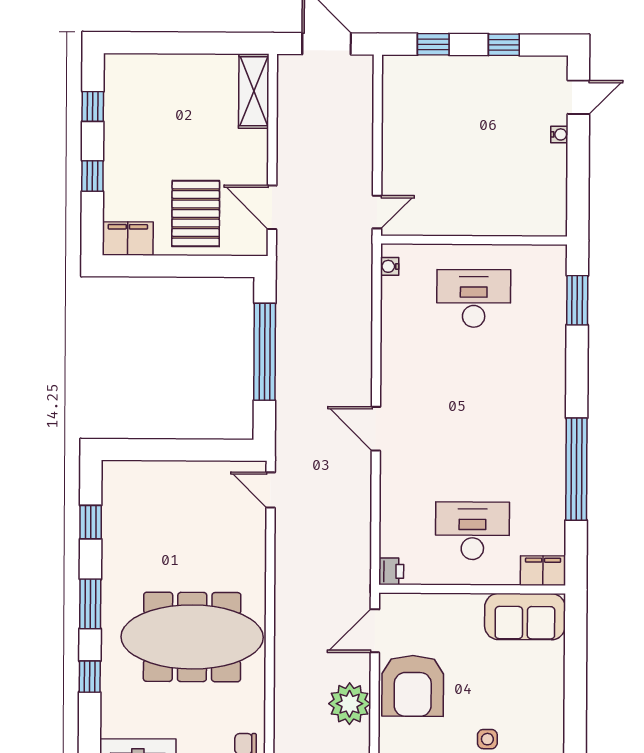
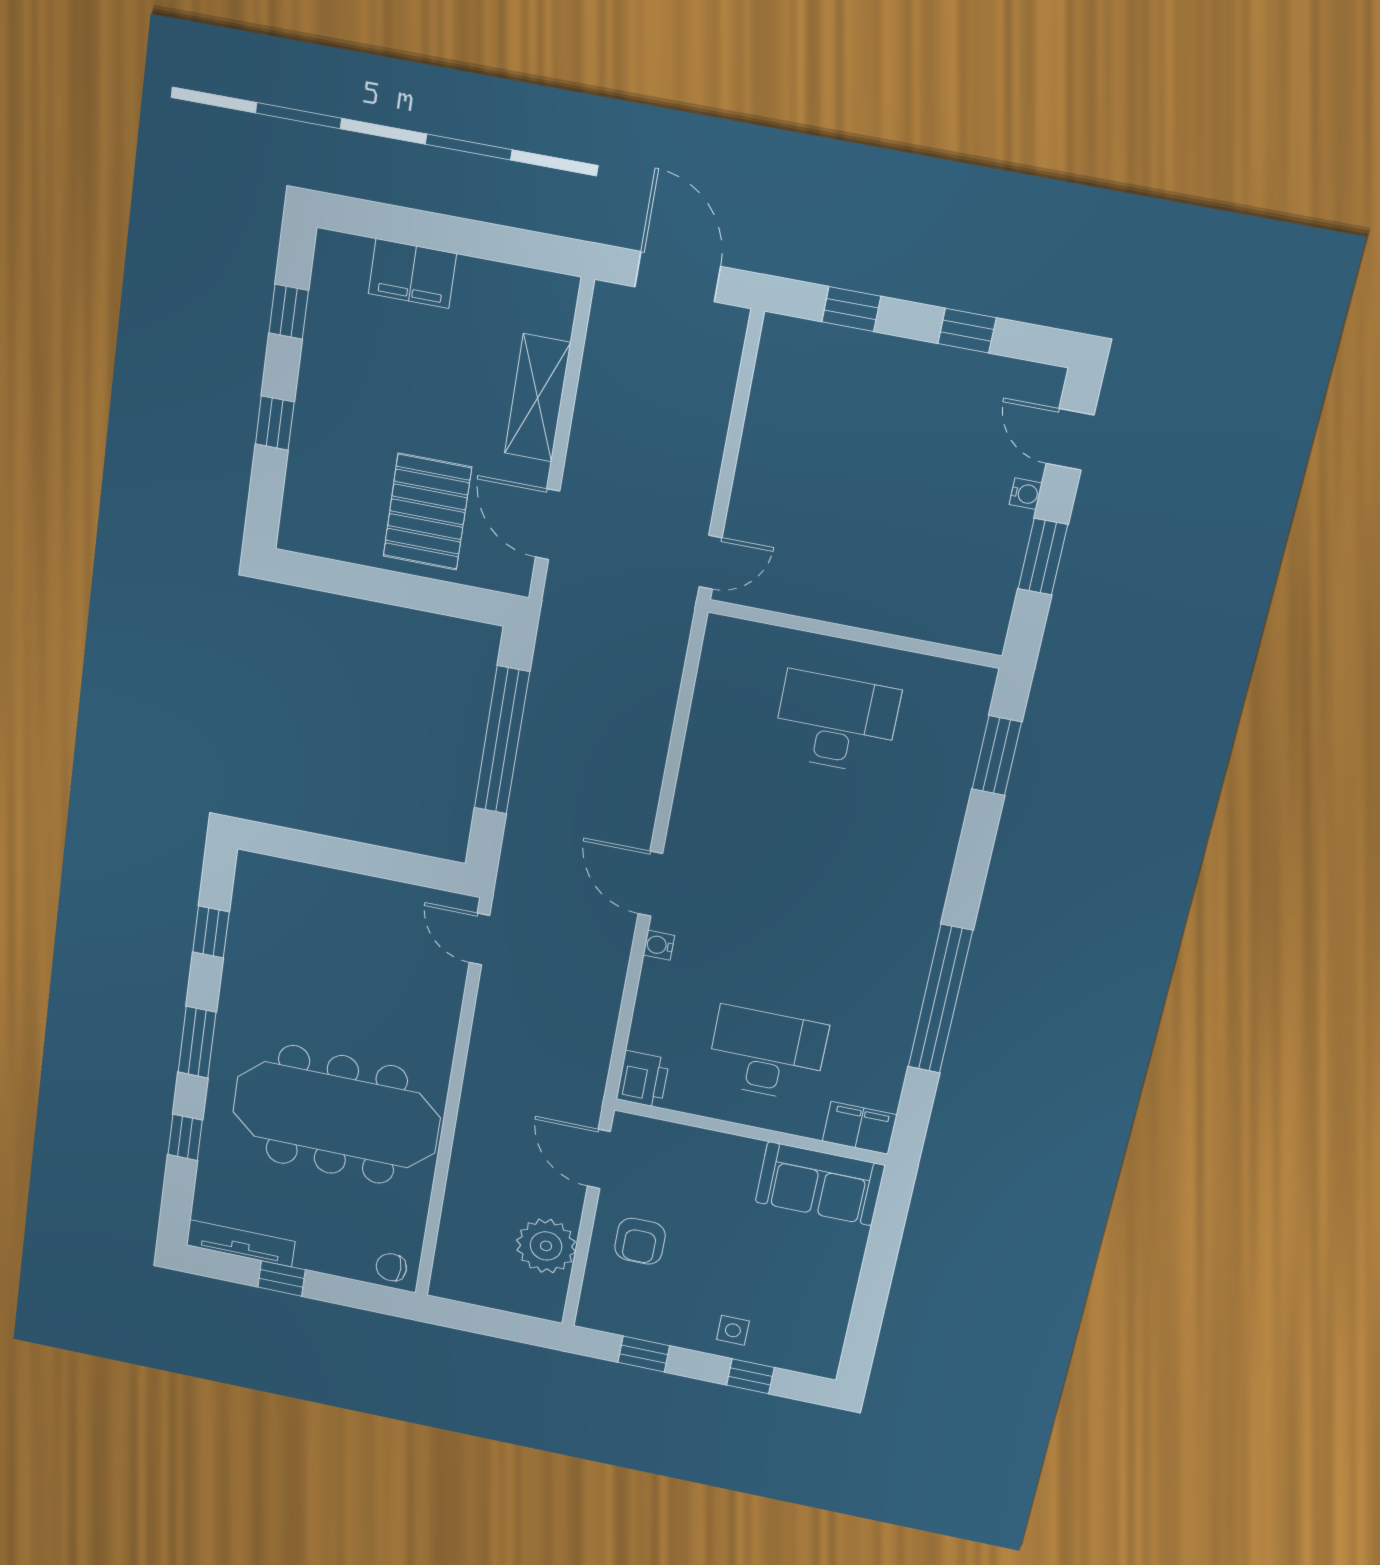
shelving: (254, 91) -> (537, 398), moved
door: (578, 97) -> (1070, 439), swing flipped
window: (578, 171) -> (1043, 557), added
filing cabinet: (128, 239) -> (412, 274), moved, turned 180
water cooler: (390, 266) -> (659, 945), moved
printer: (391, 571) -> (643, 1079), width x1.36, depth x1.24
door: (375, 631) -> (599, 1159), hinge flipped
armchair: (413, 686) -> (640, 1241), width x0.53, depth x0.53

